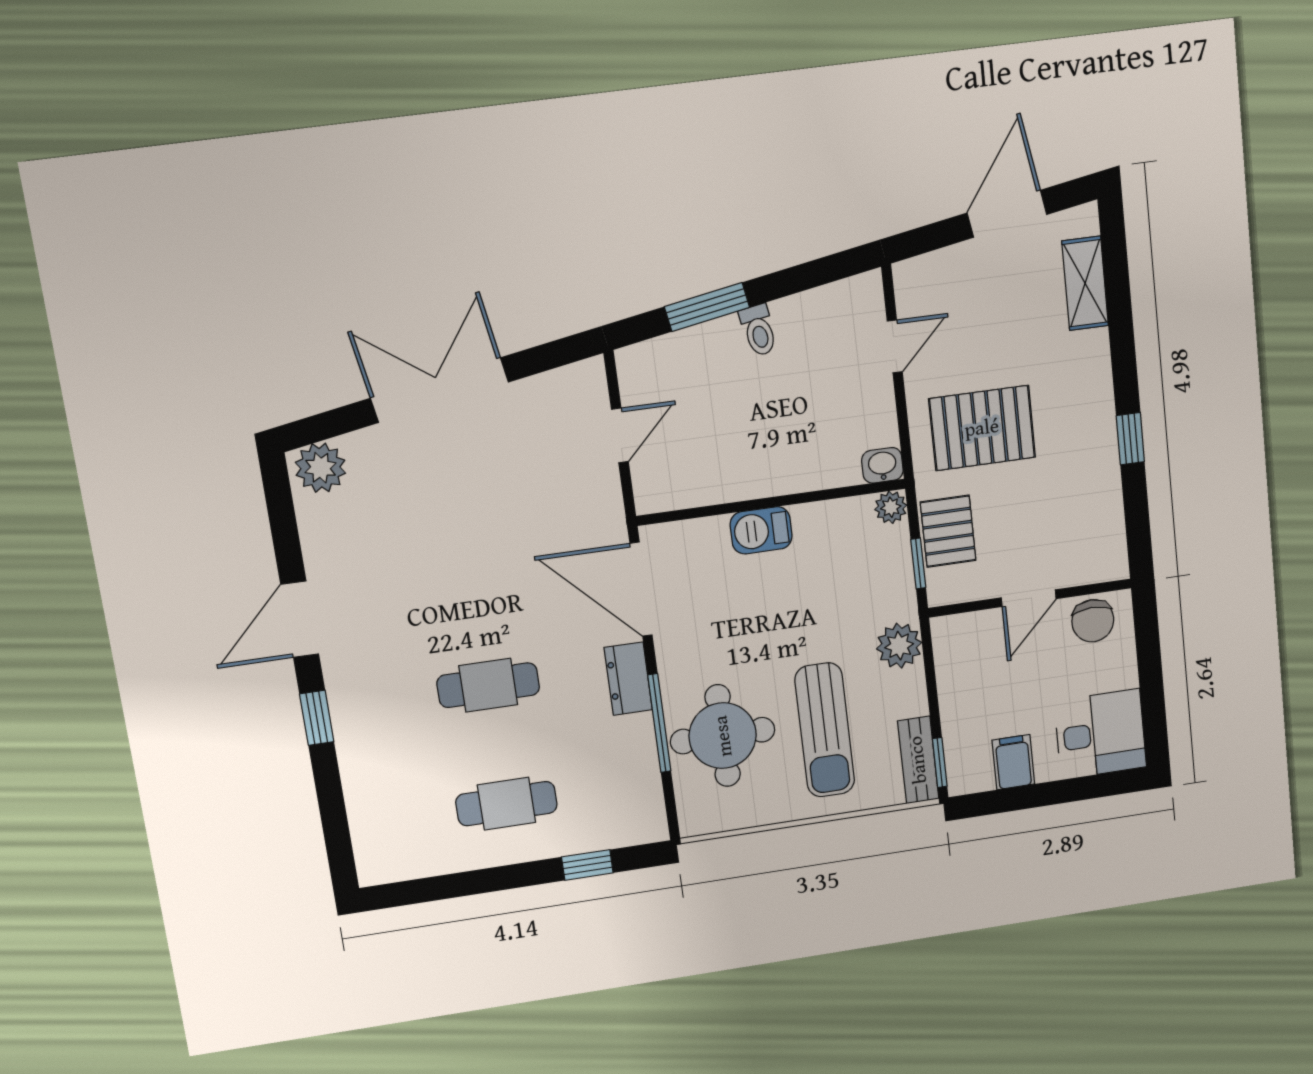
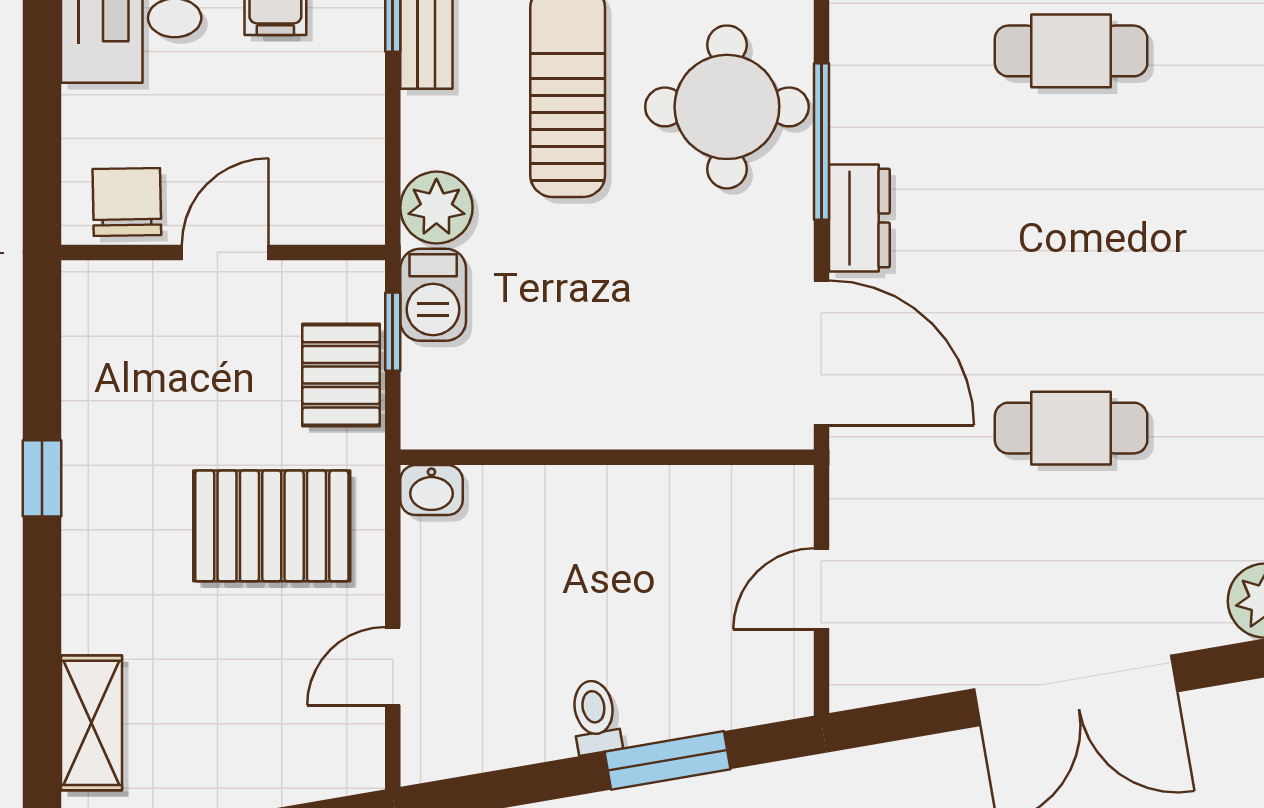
plant: (891, 507) -> (426, 424), removed
barbecue: (761, 530) -> (433, 295), moved, turned 90
cafe table: (488, 685) -> (1071, 428), moved

